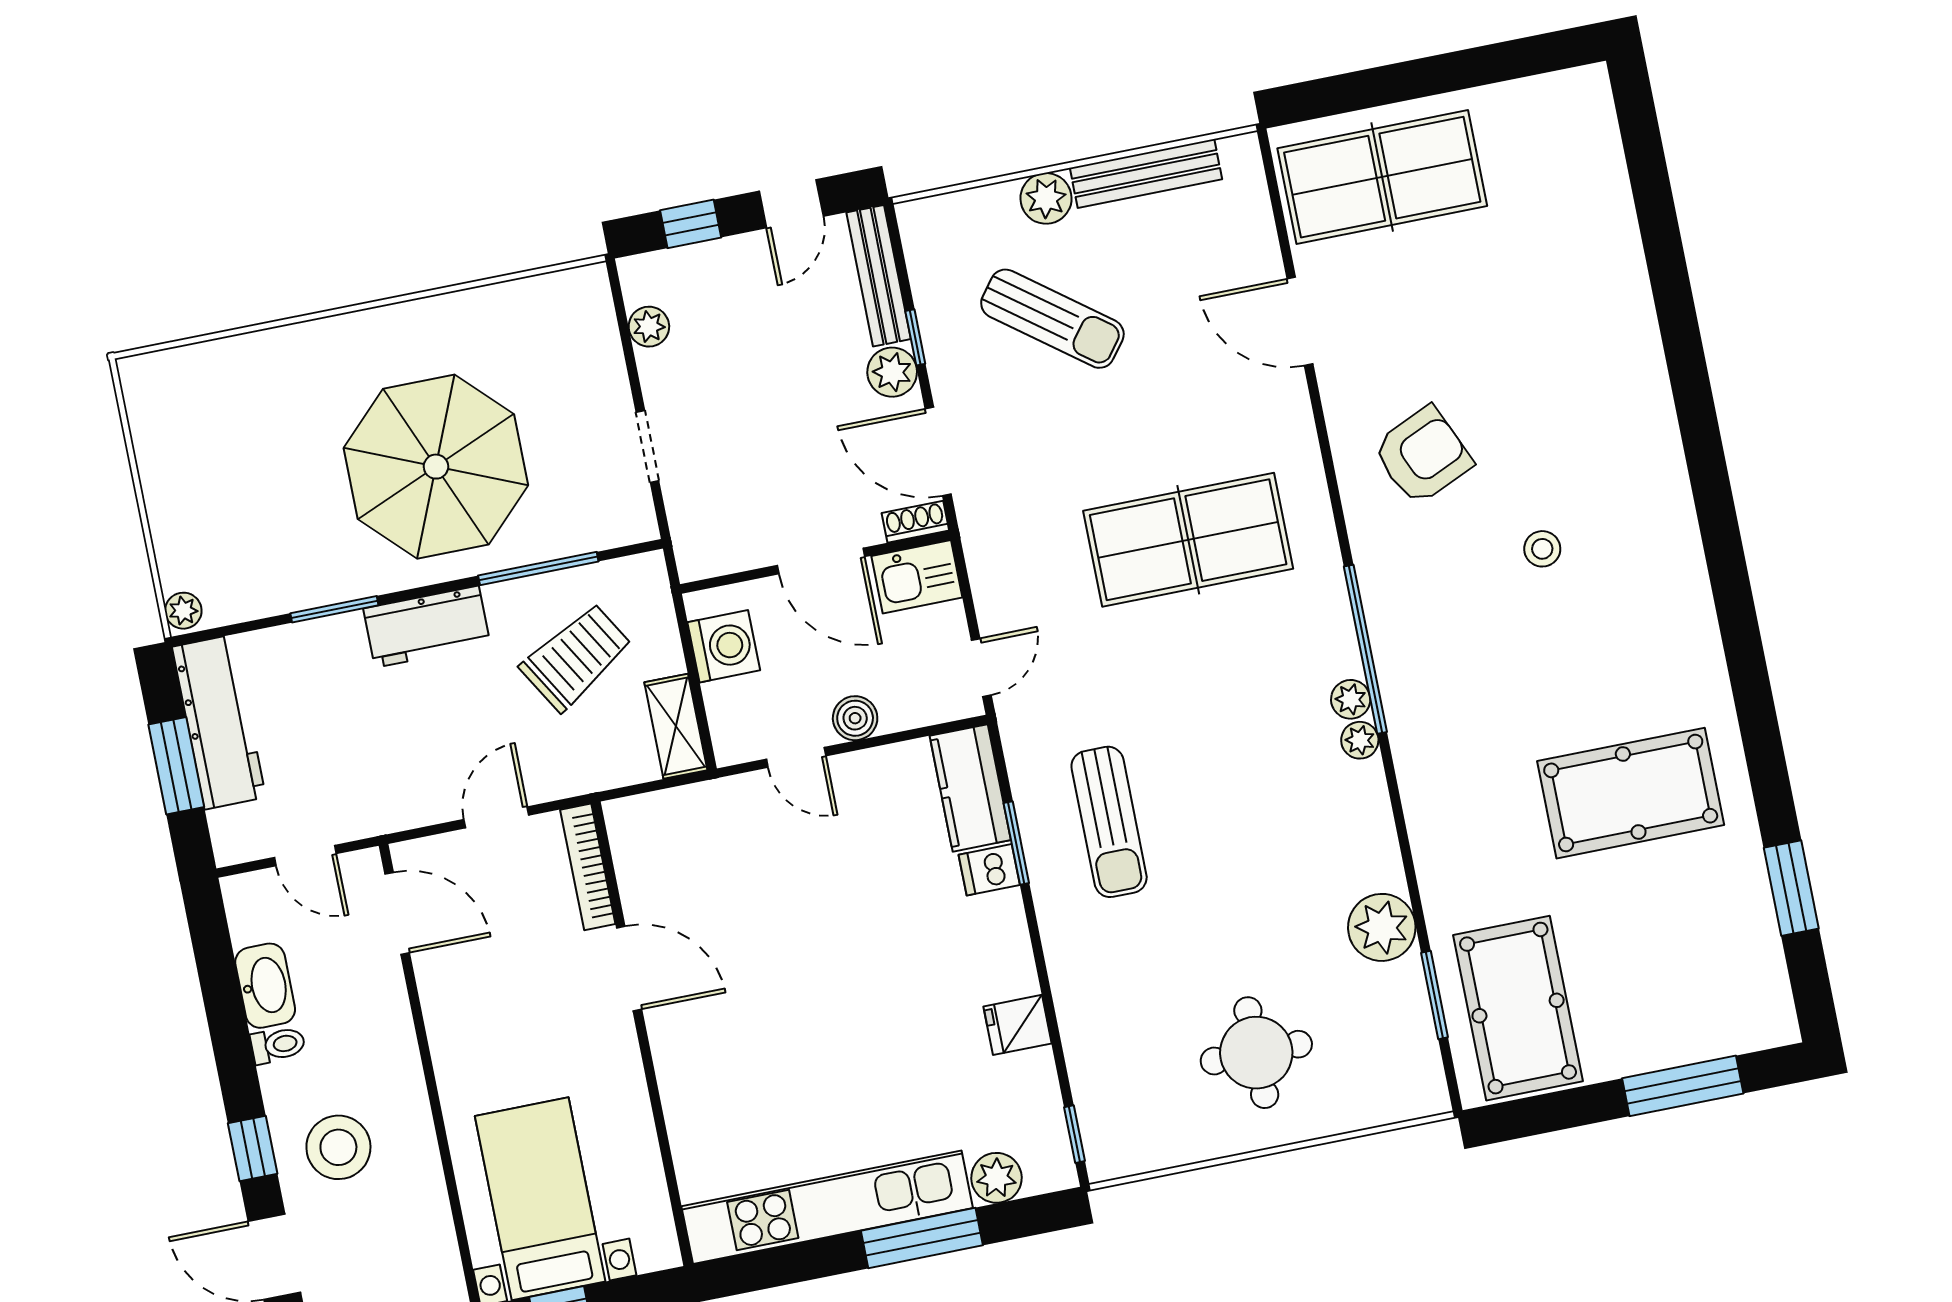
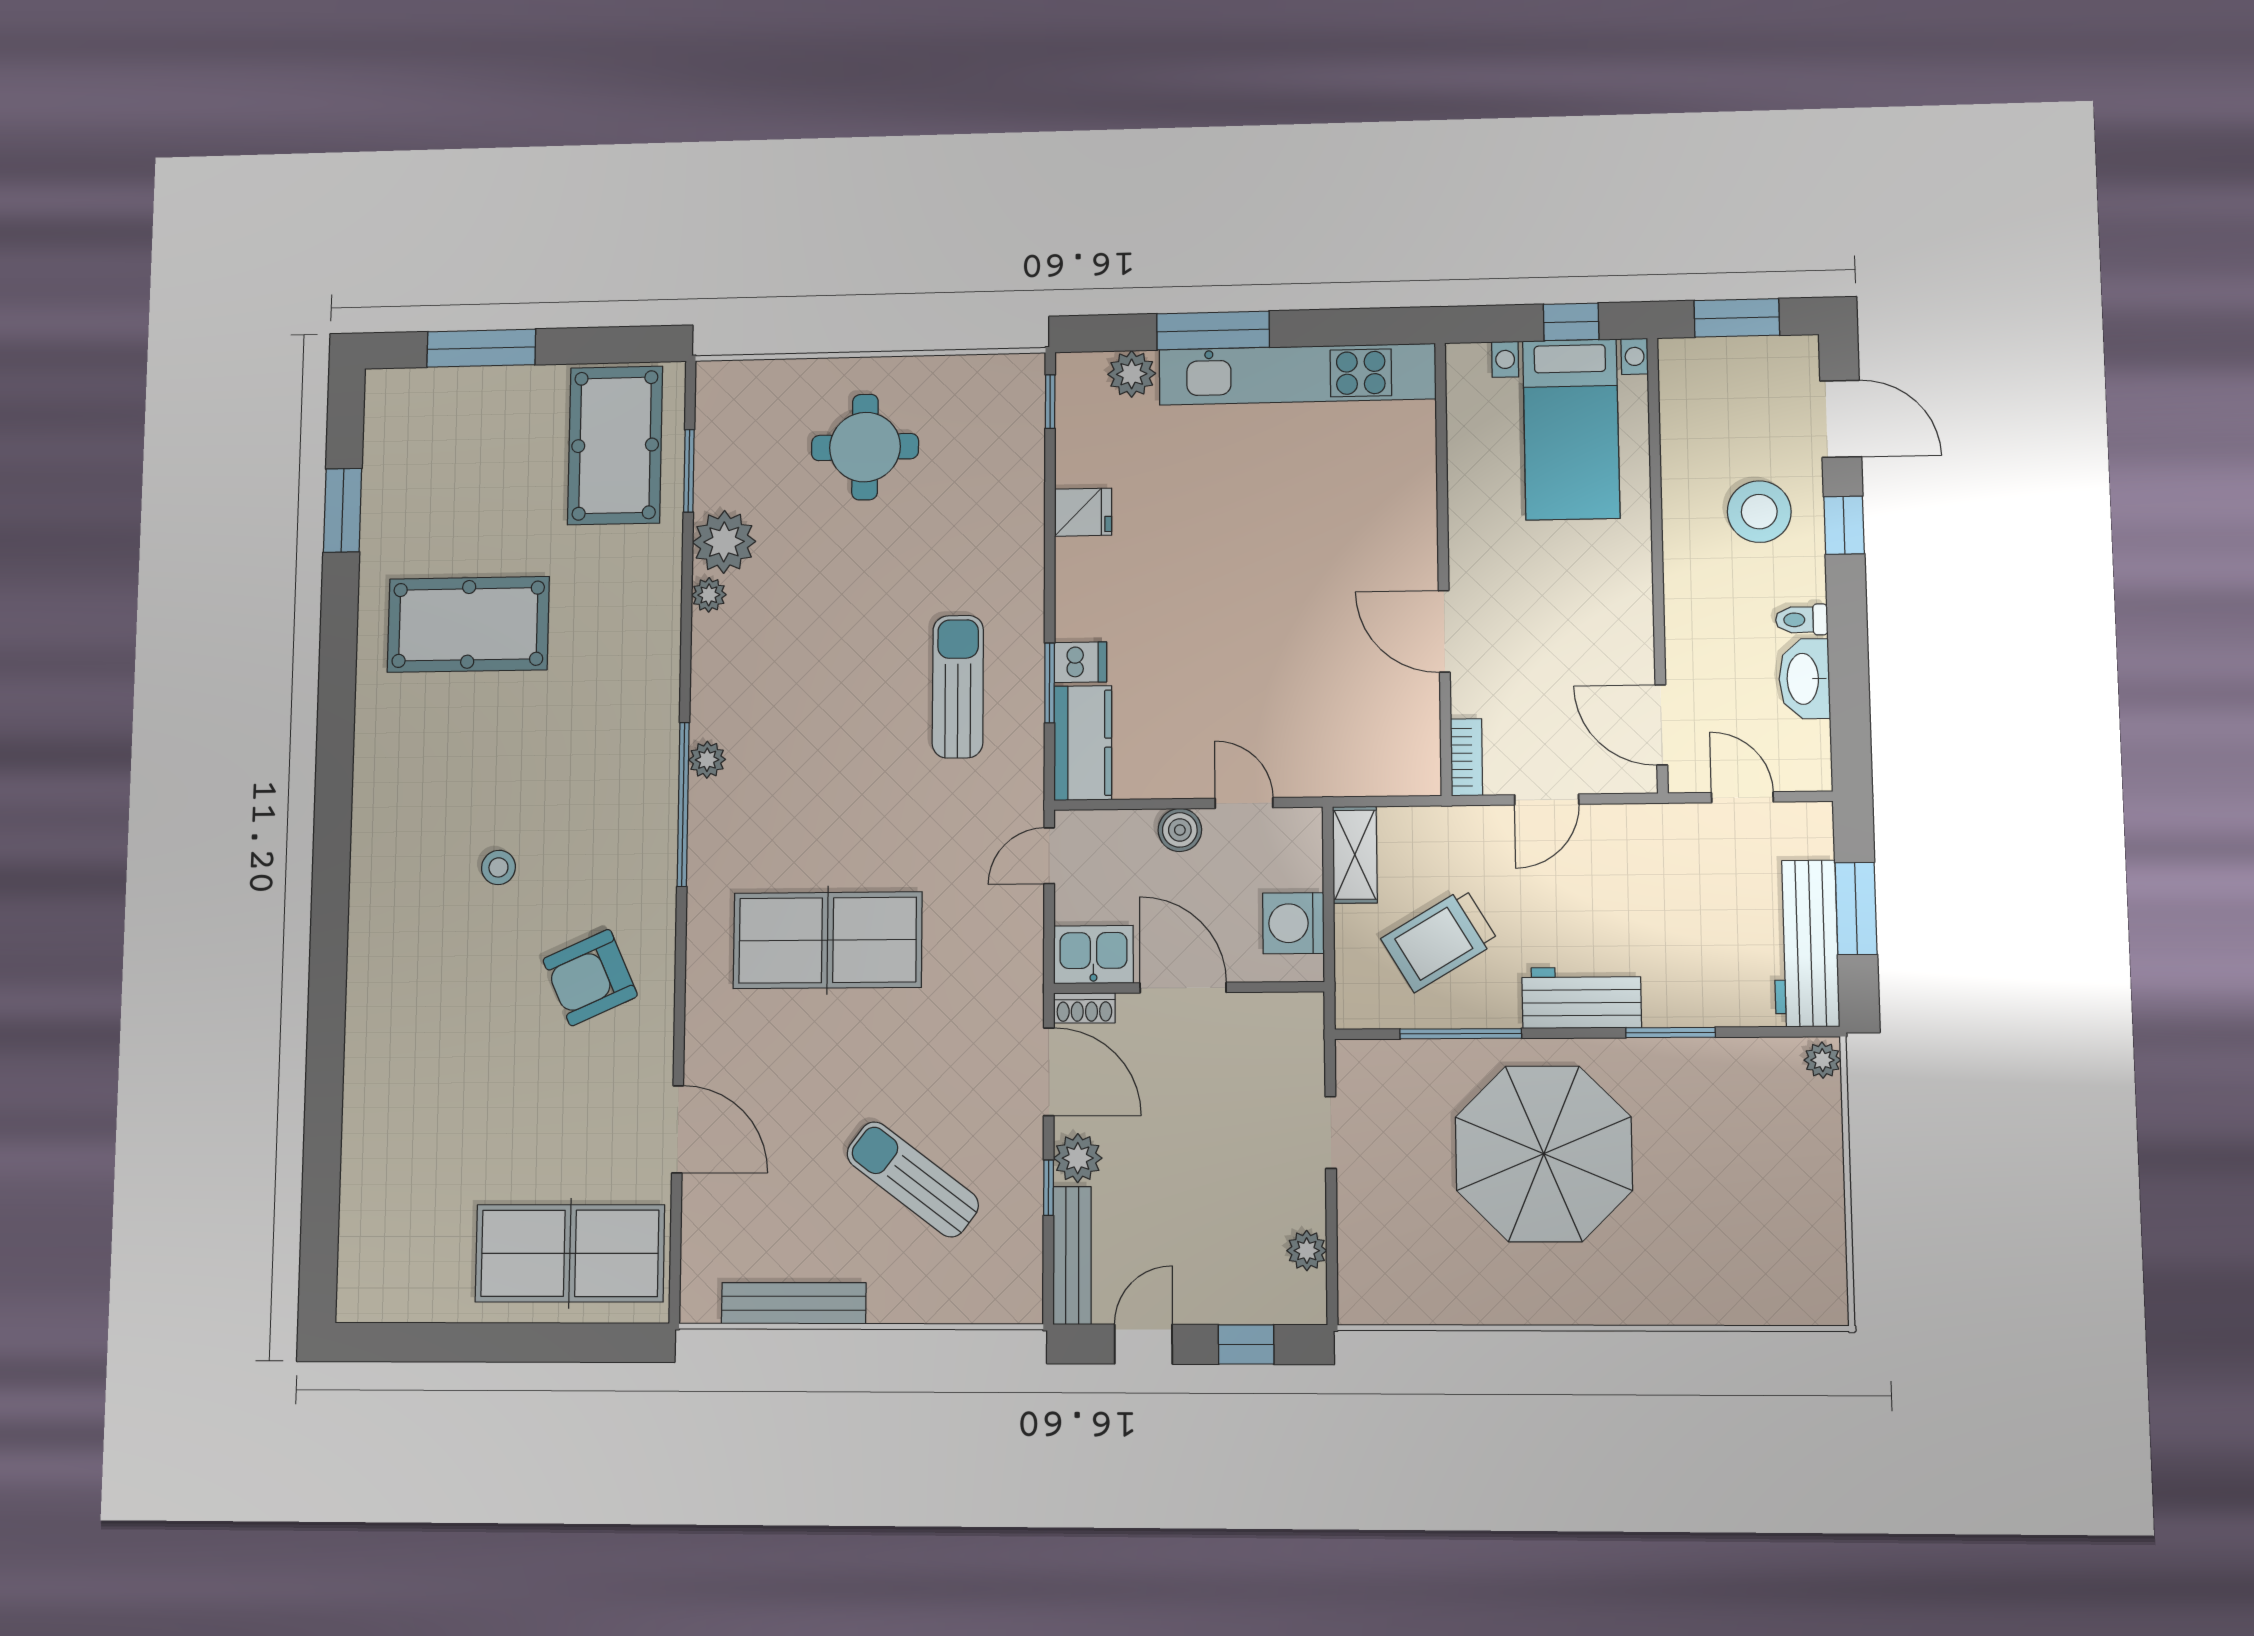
plant: (1046, 198) -> (895, 1299), removed
plant: (1360, 740) -> (709, 595), moved
bookcase: (588, 867) -> (1466, 757), width x0.64

